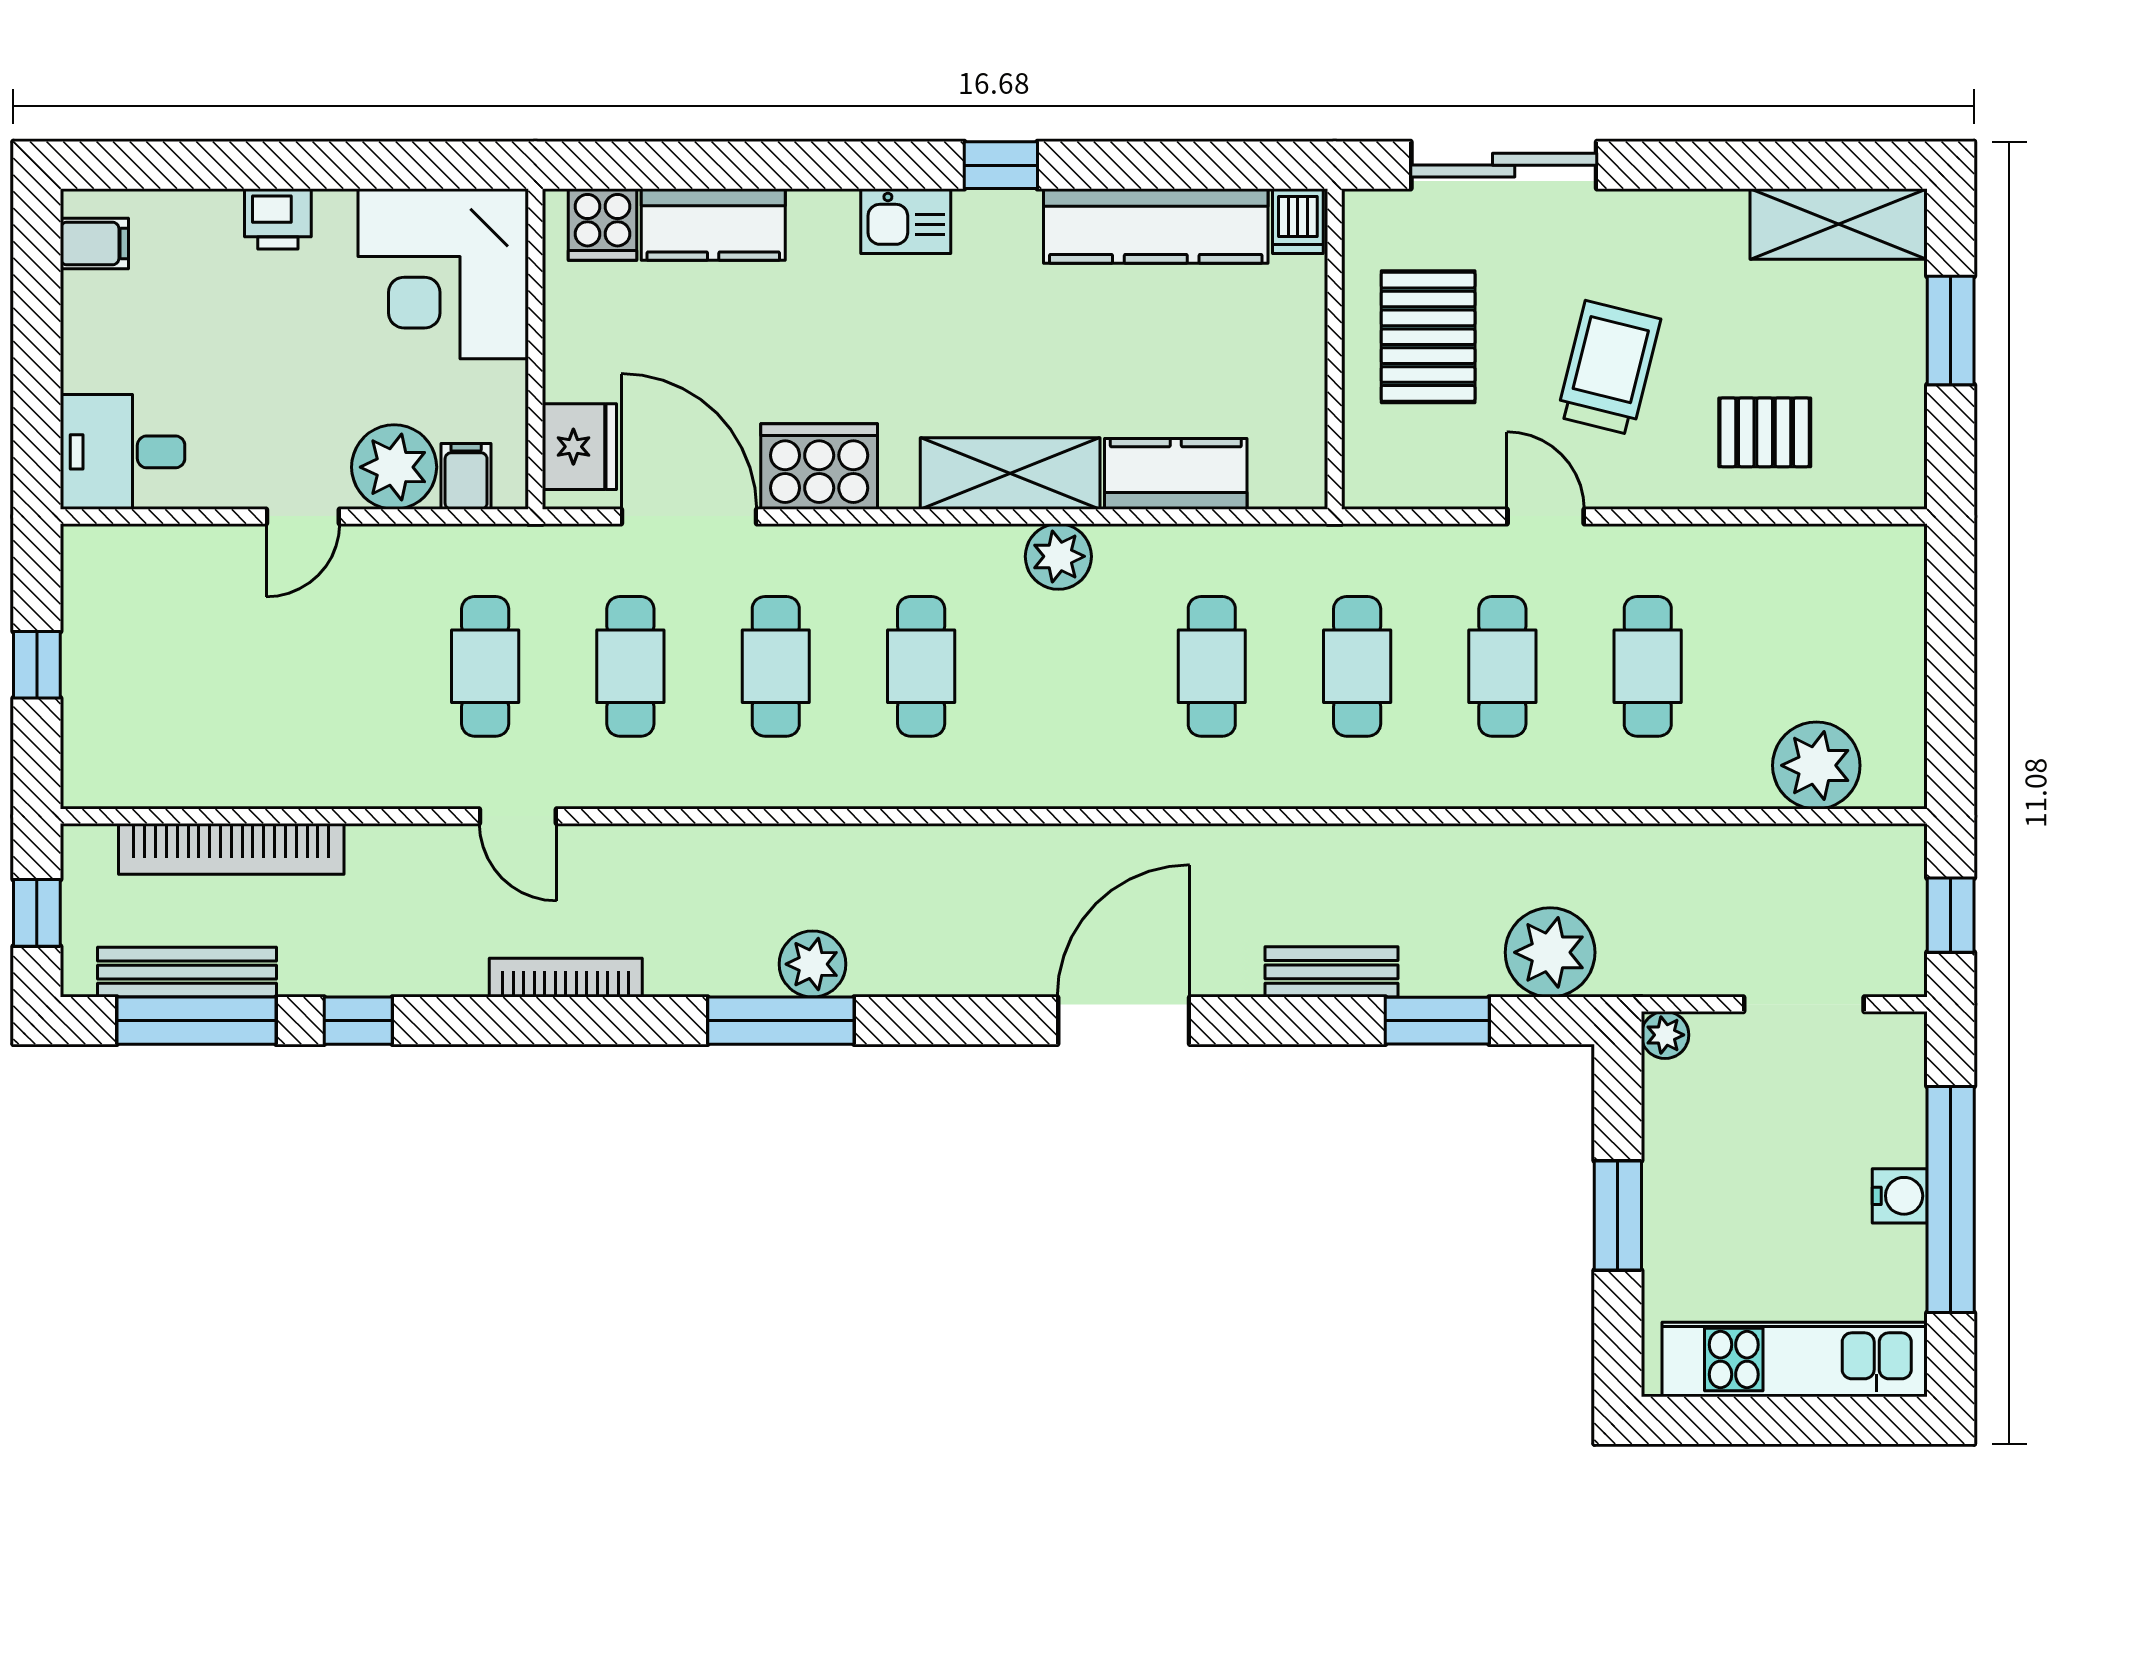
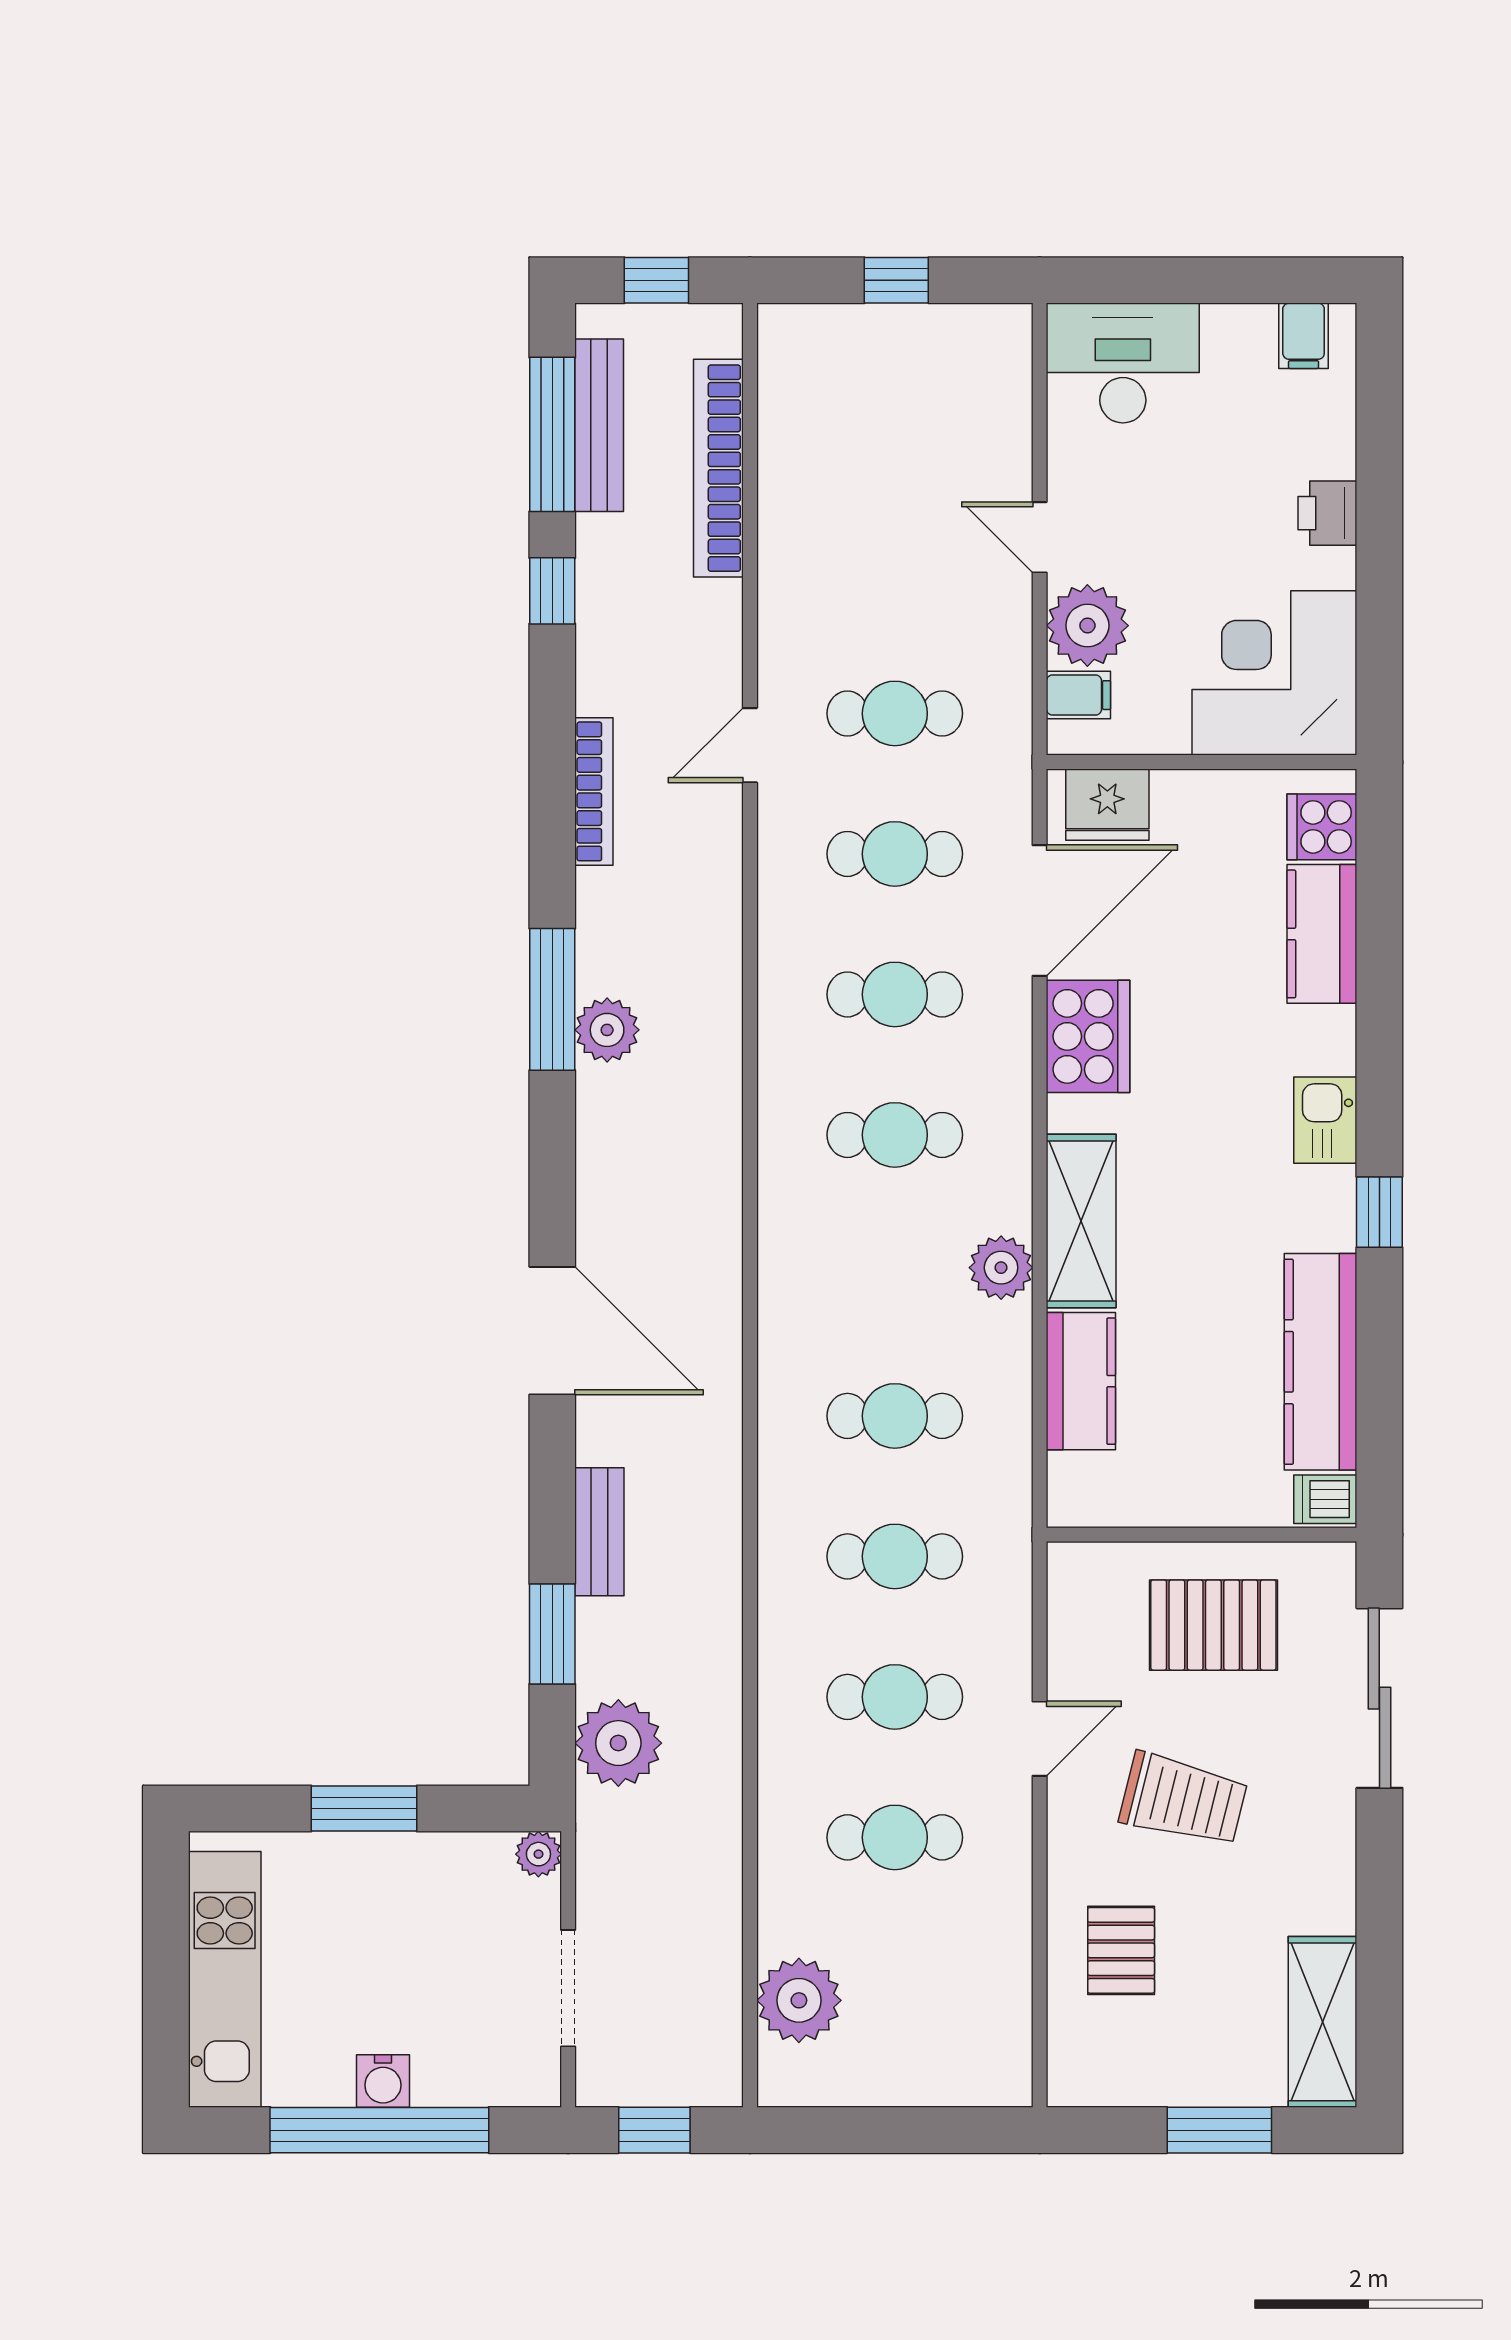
desk: (123, 452) -> (1123, 363), width x1.37

